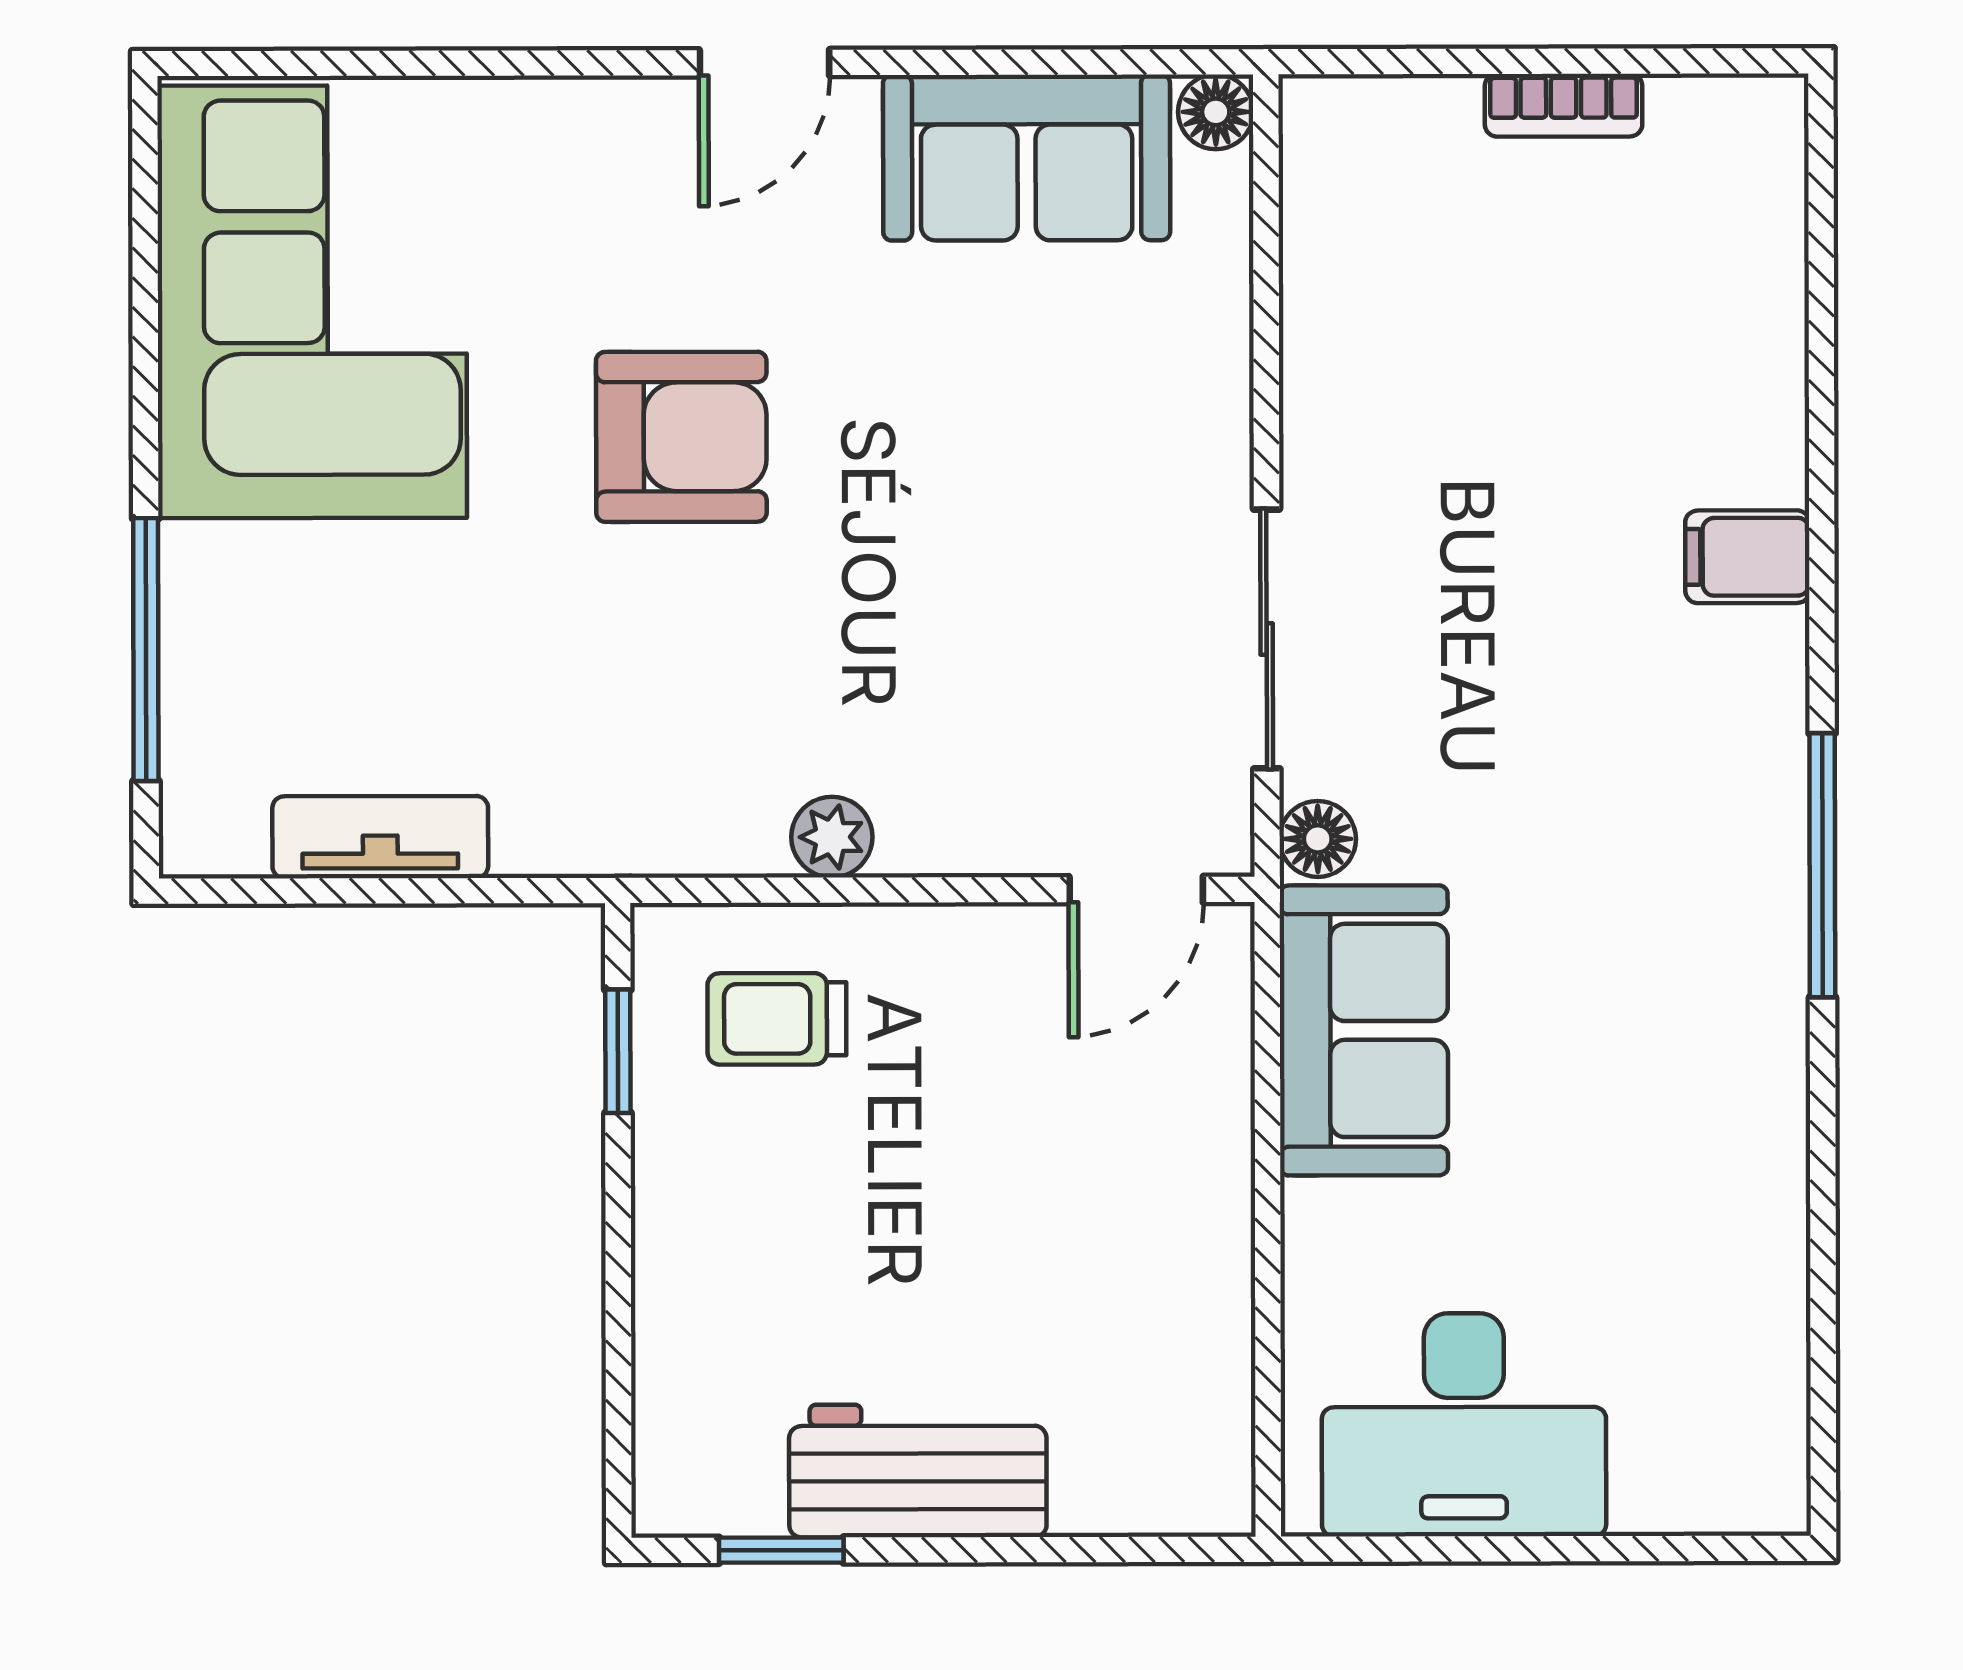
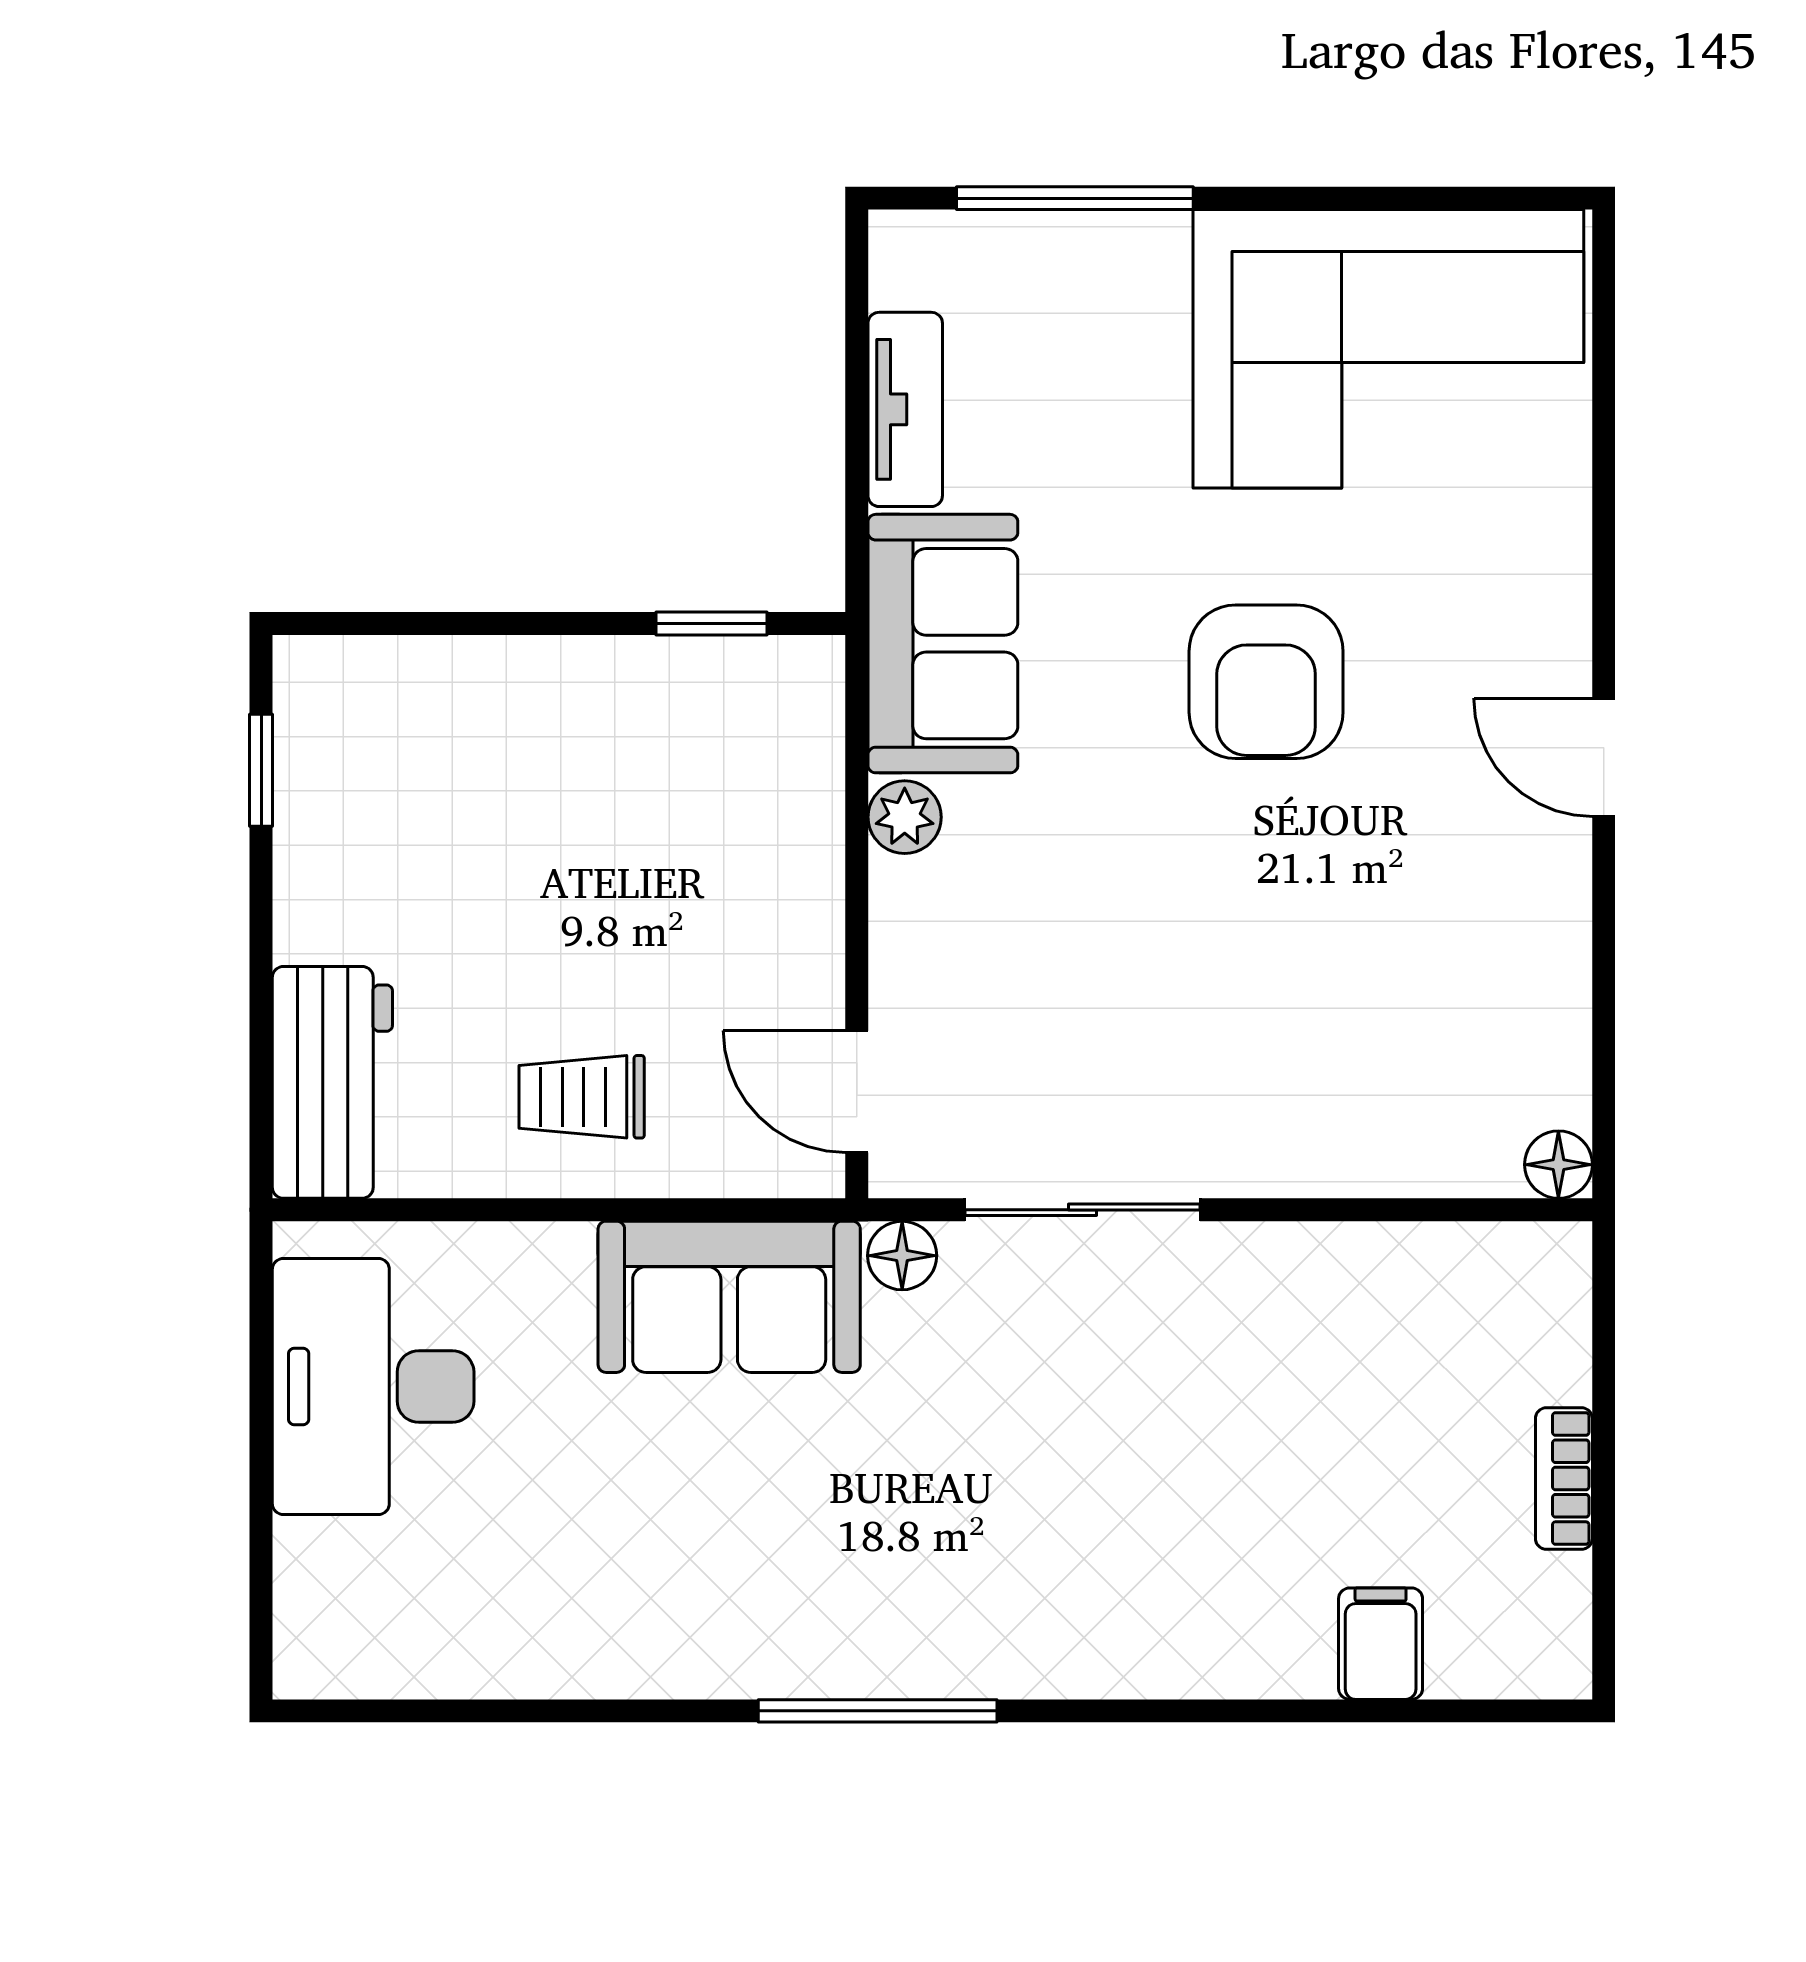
sofa: (1027, 158) -> (943, 644), moved, turned 180
filing cabinet: (1747, 557) -> (1381, 1644), moved
trolley: (777, 1019) -> (582, 1097), moved, turned -90
workbench: (918, 1471) -> (332, 1082), moved

